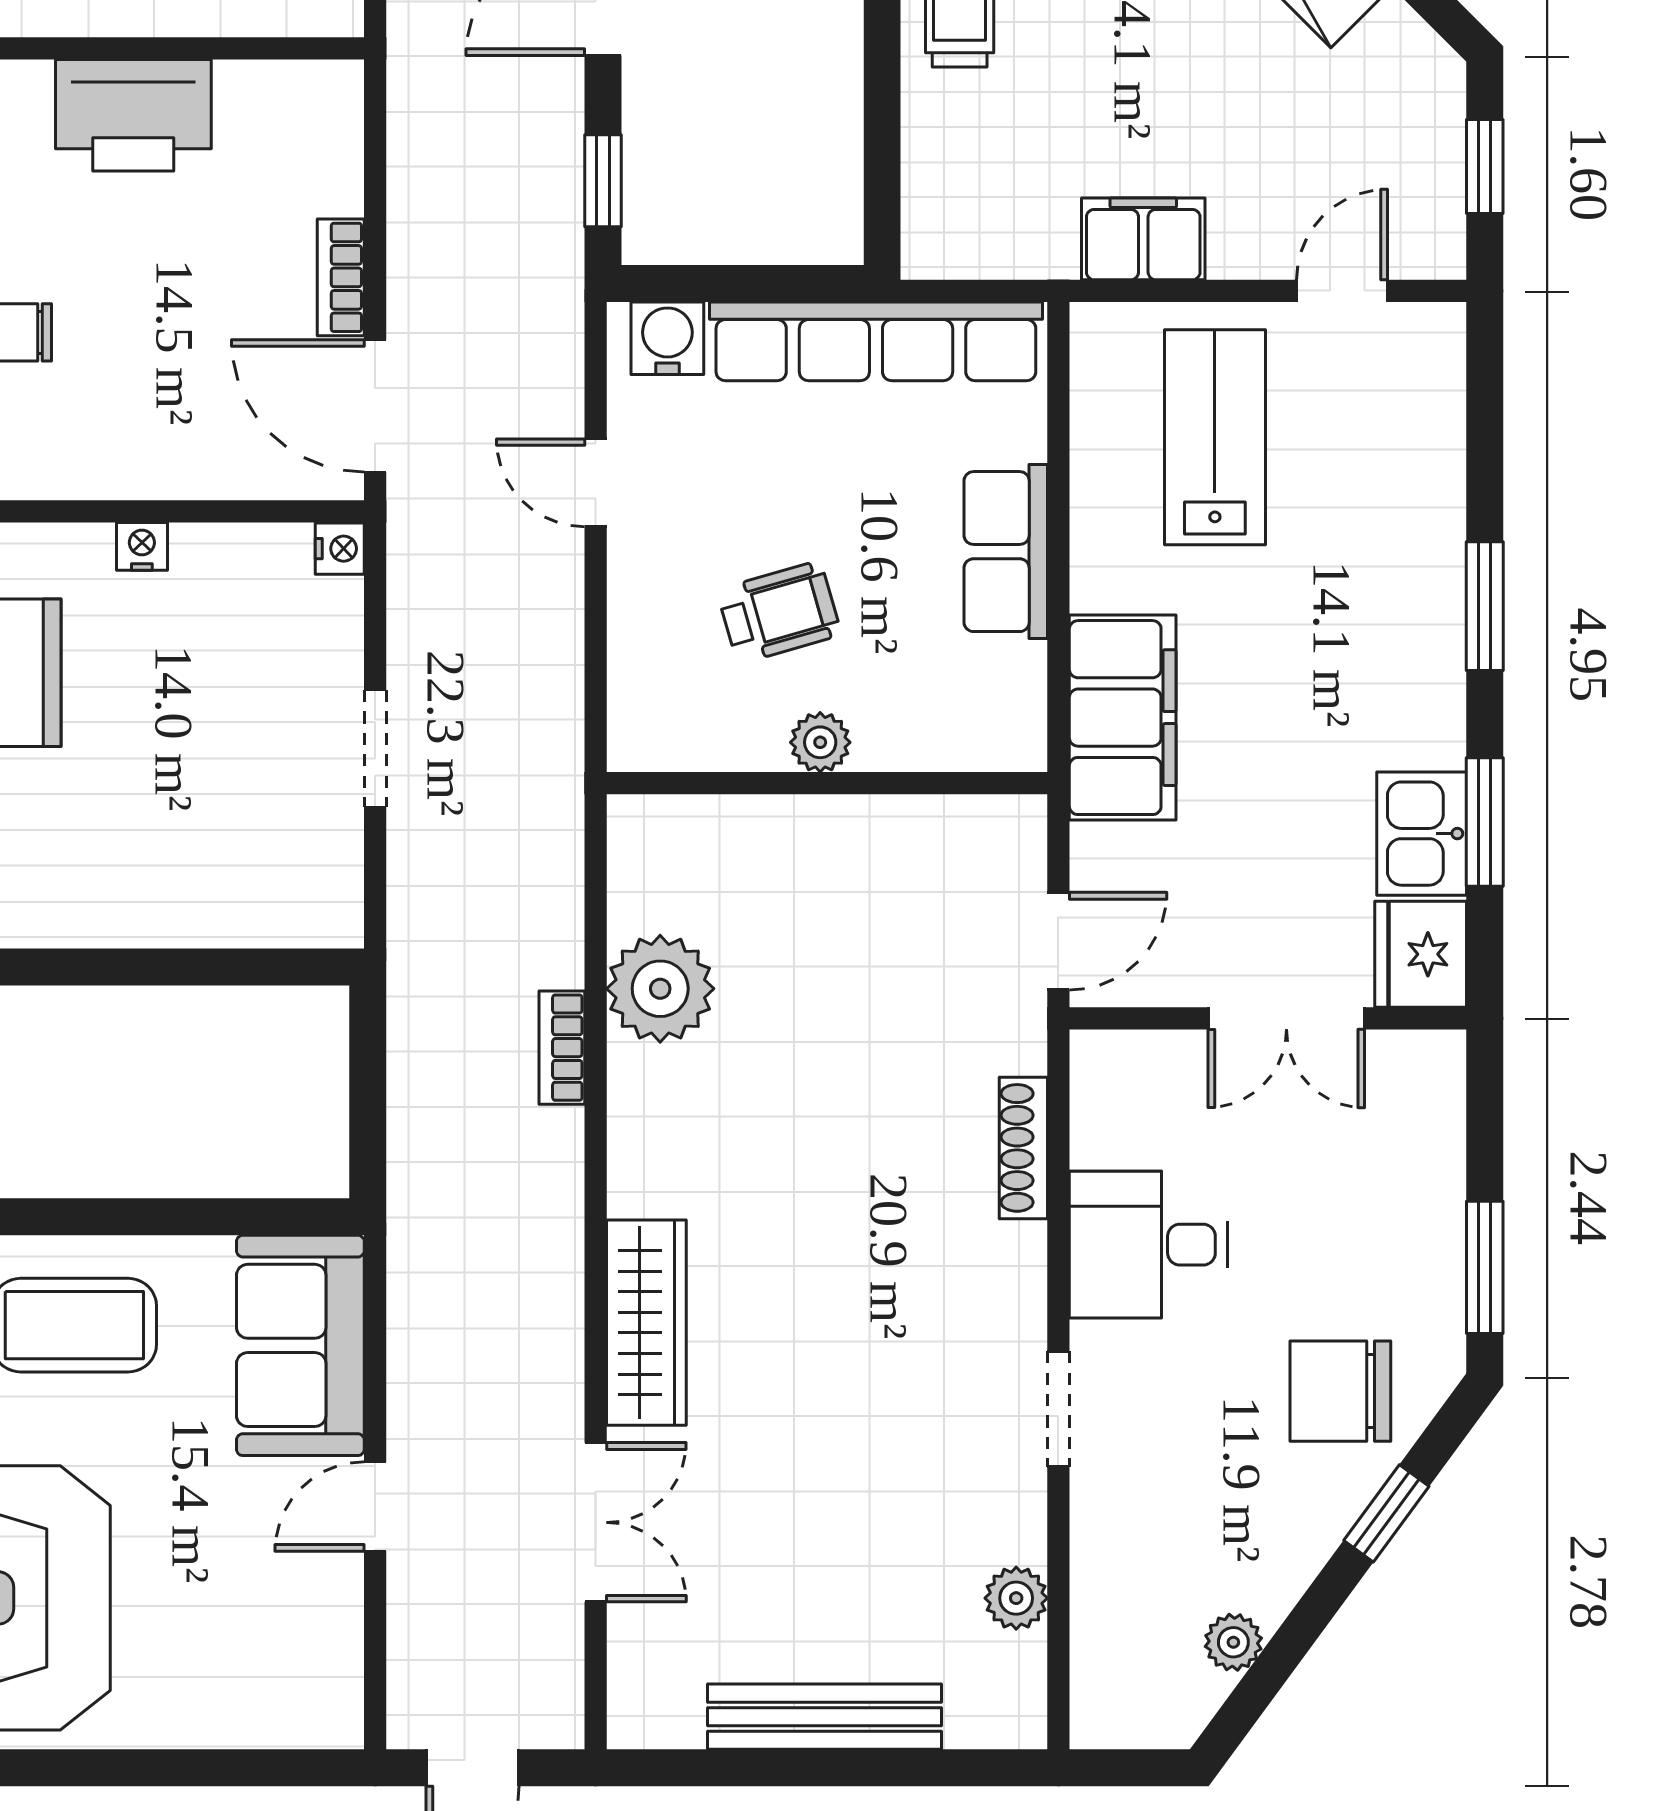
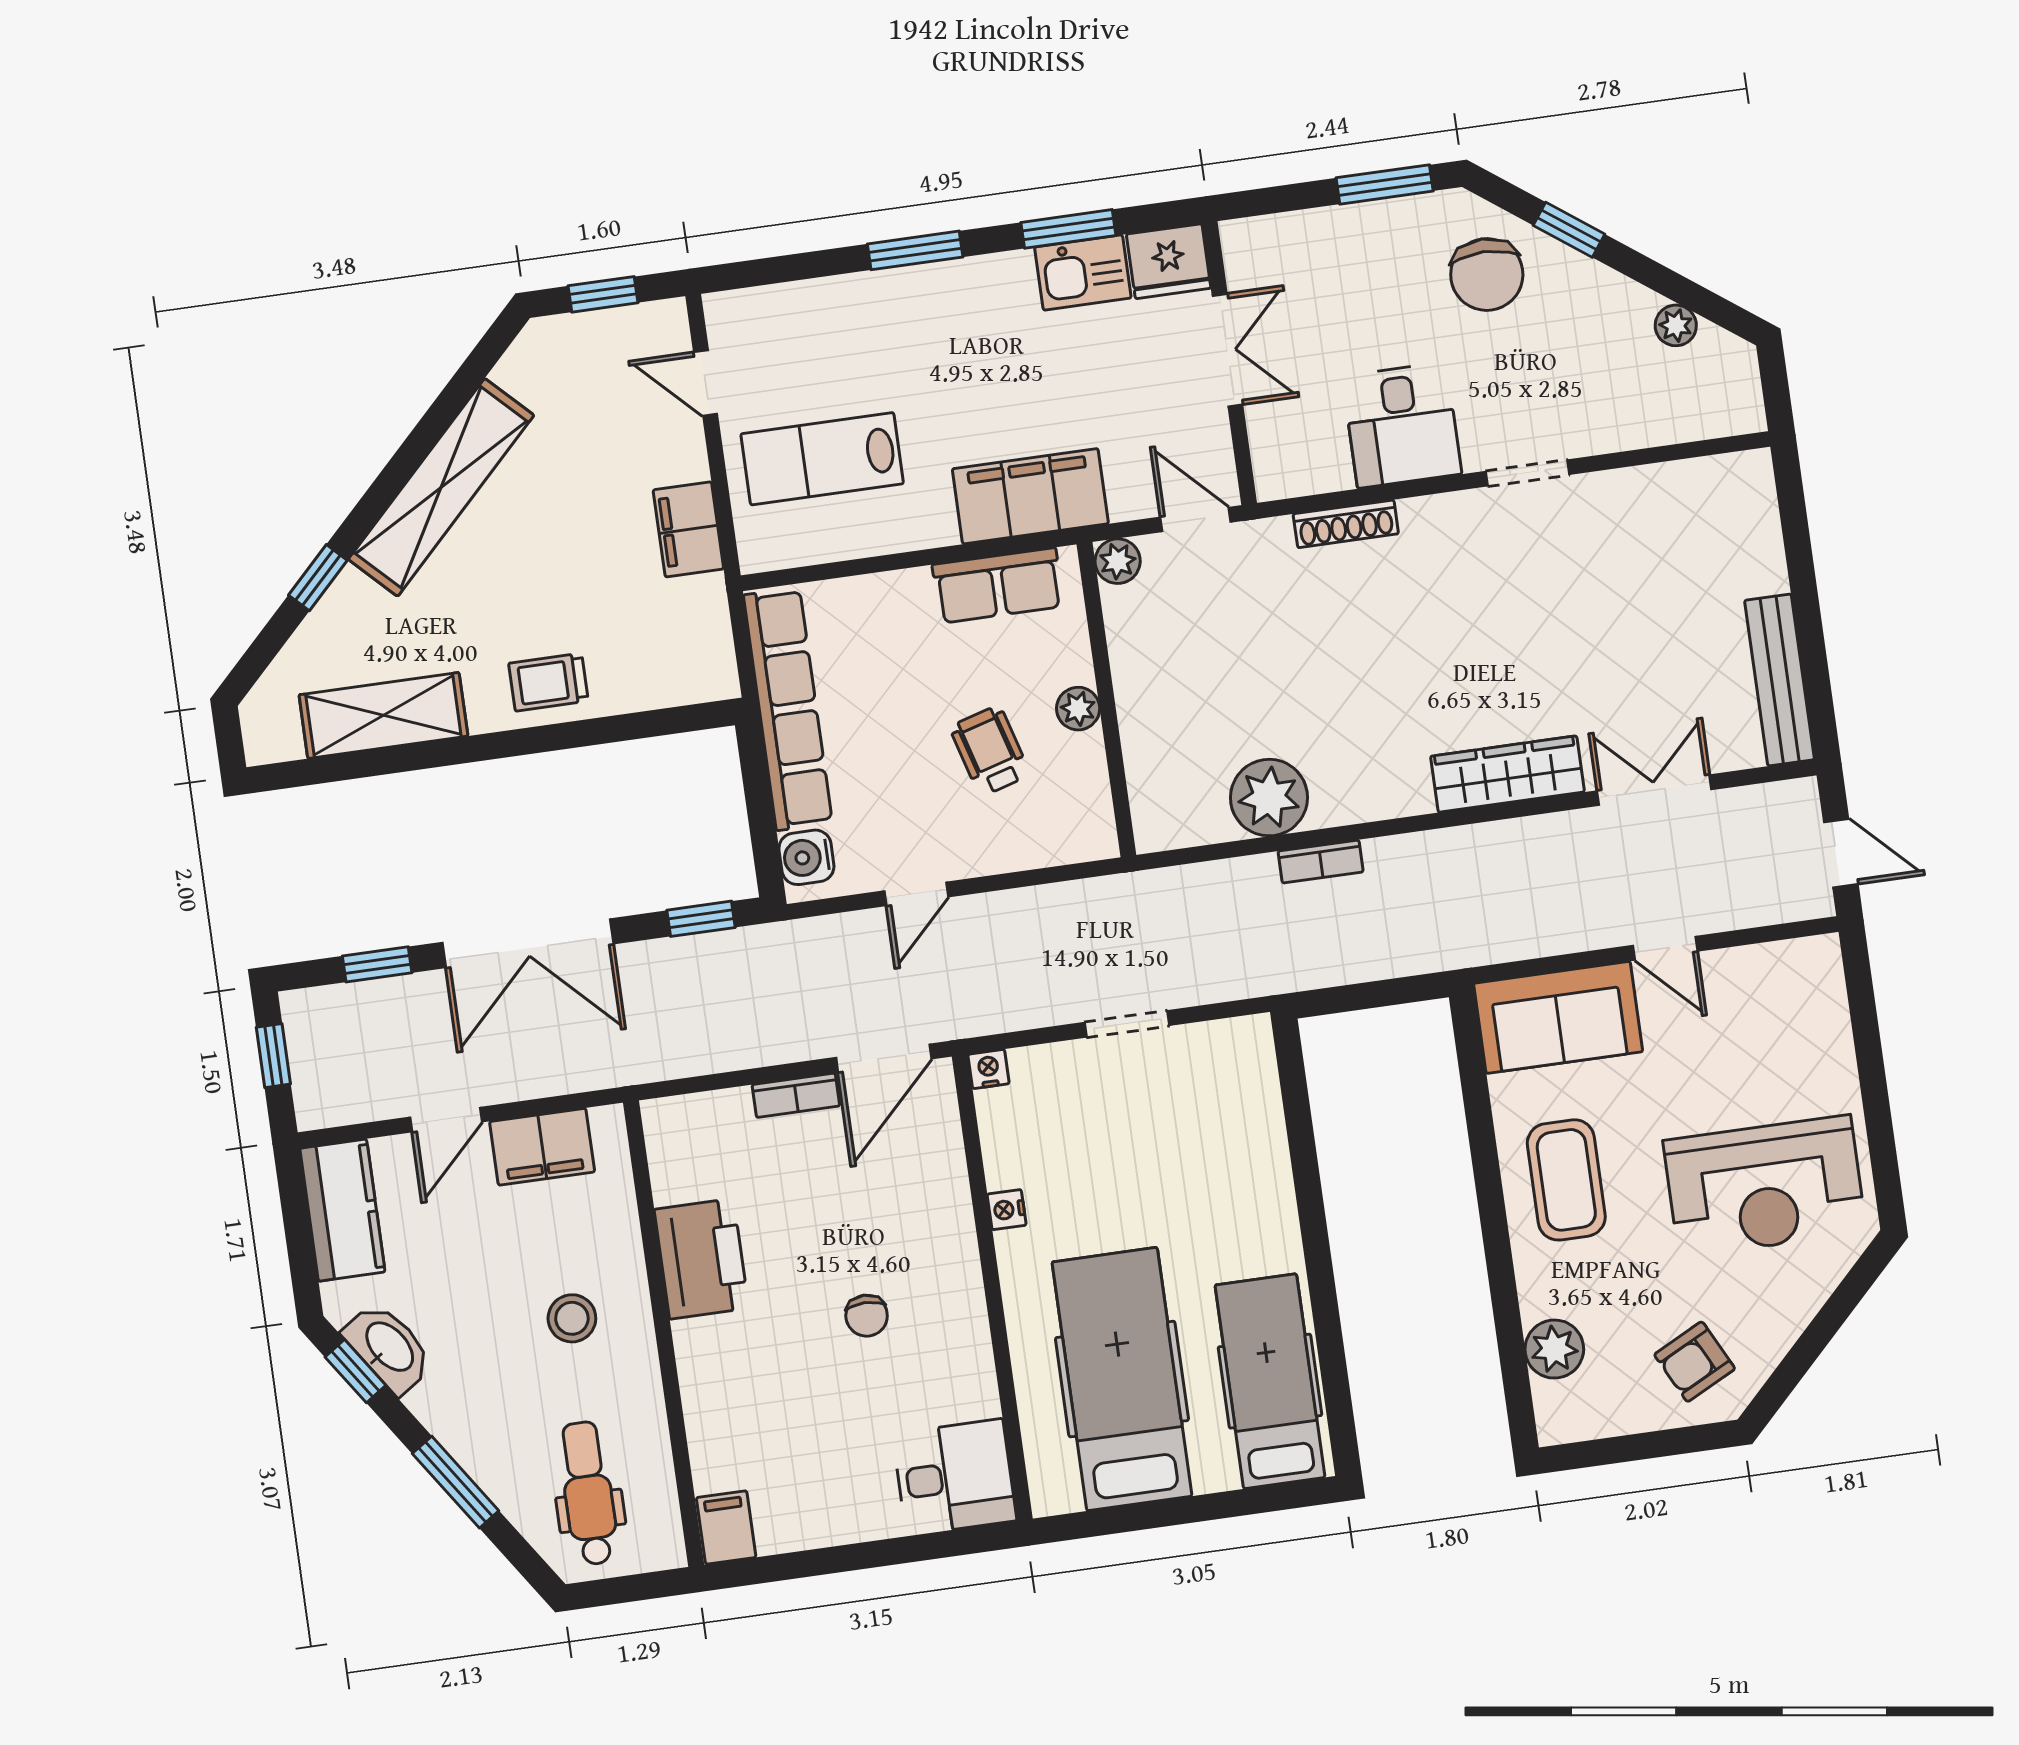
row of seats: (1006, 552) -> (998, 585), moved
plant: (1016, 1598) -> (1118, 561), moved
bench: (825, 1717) -> (1780, 680), moved

